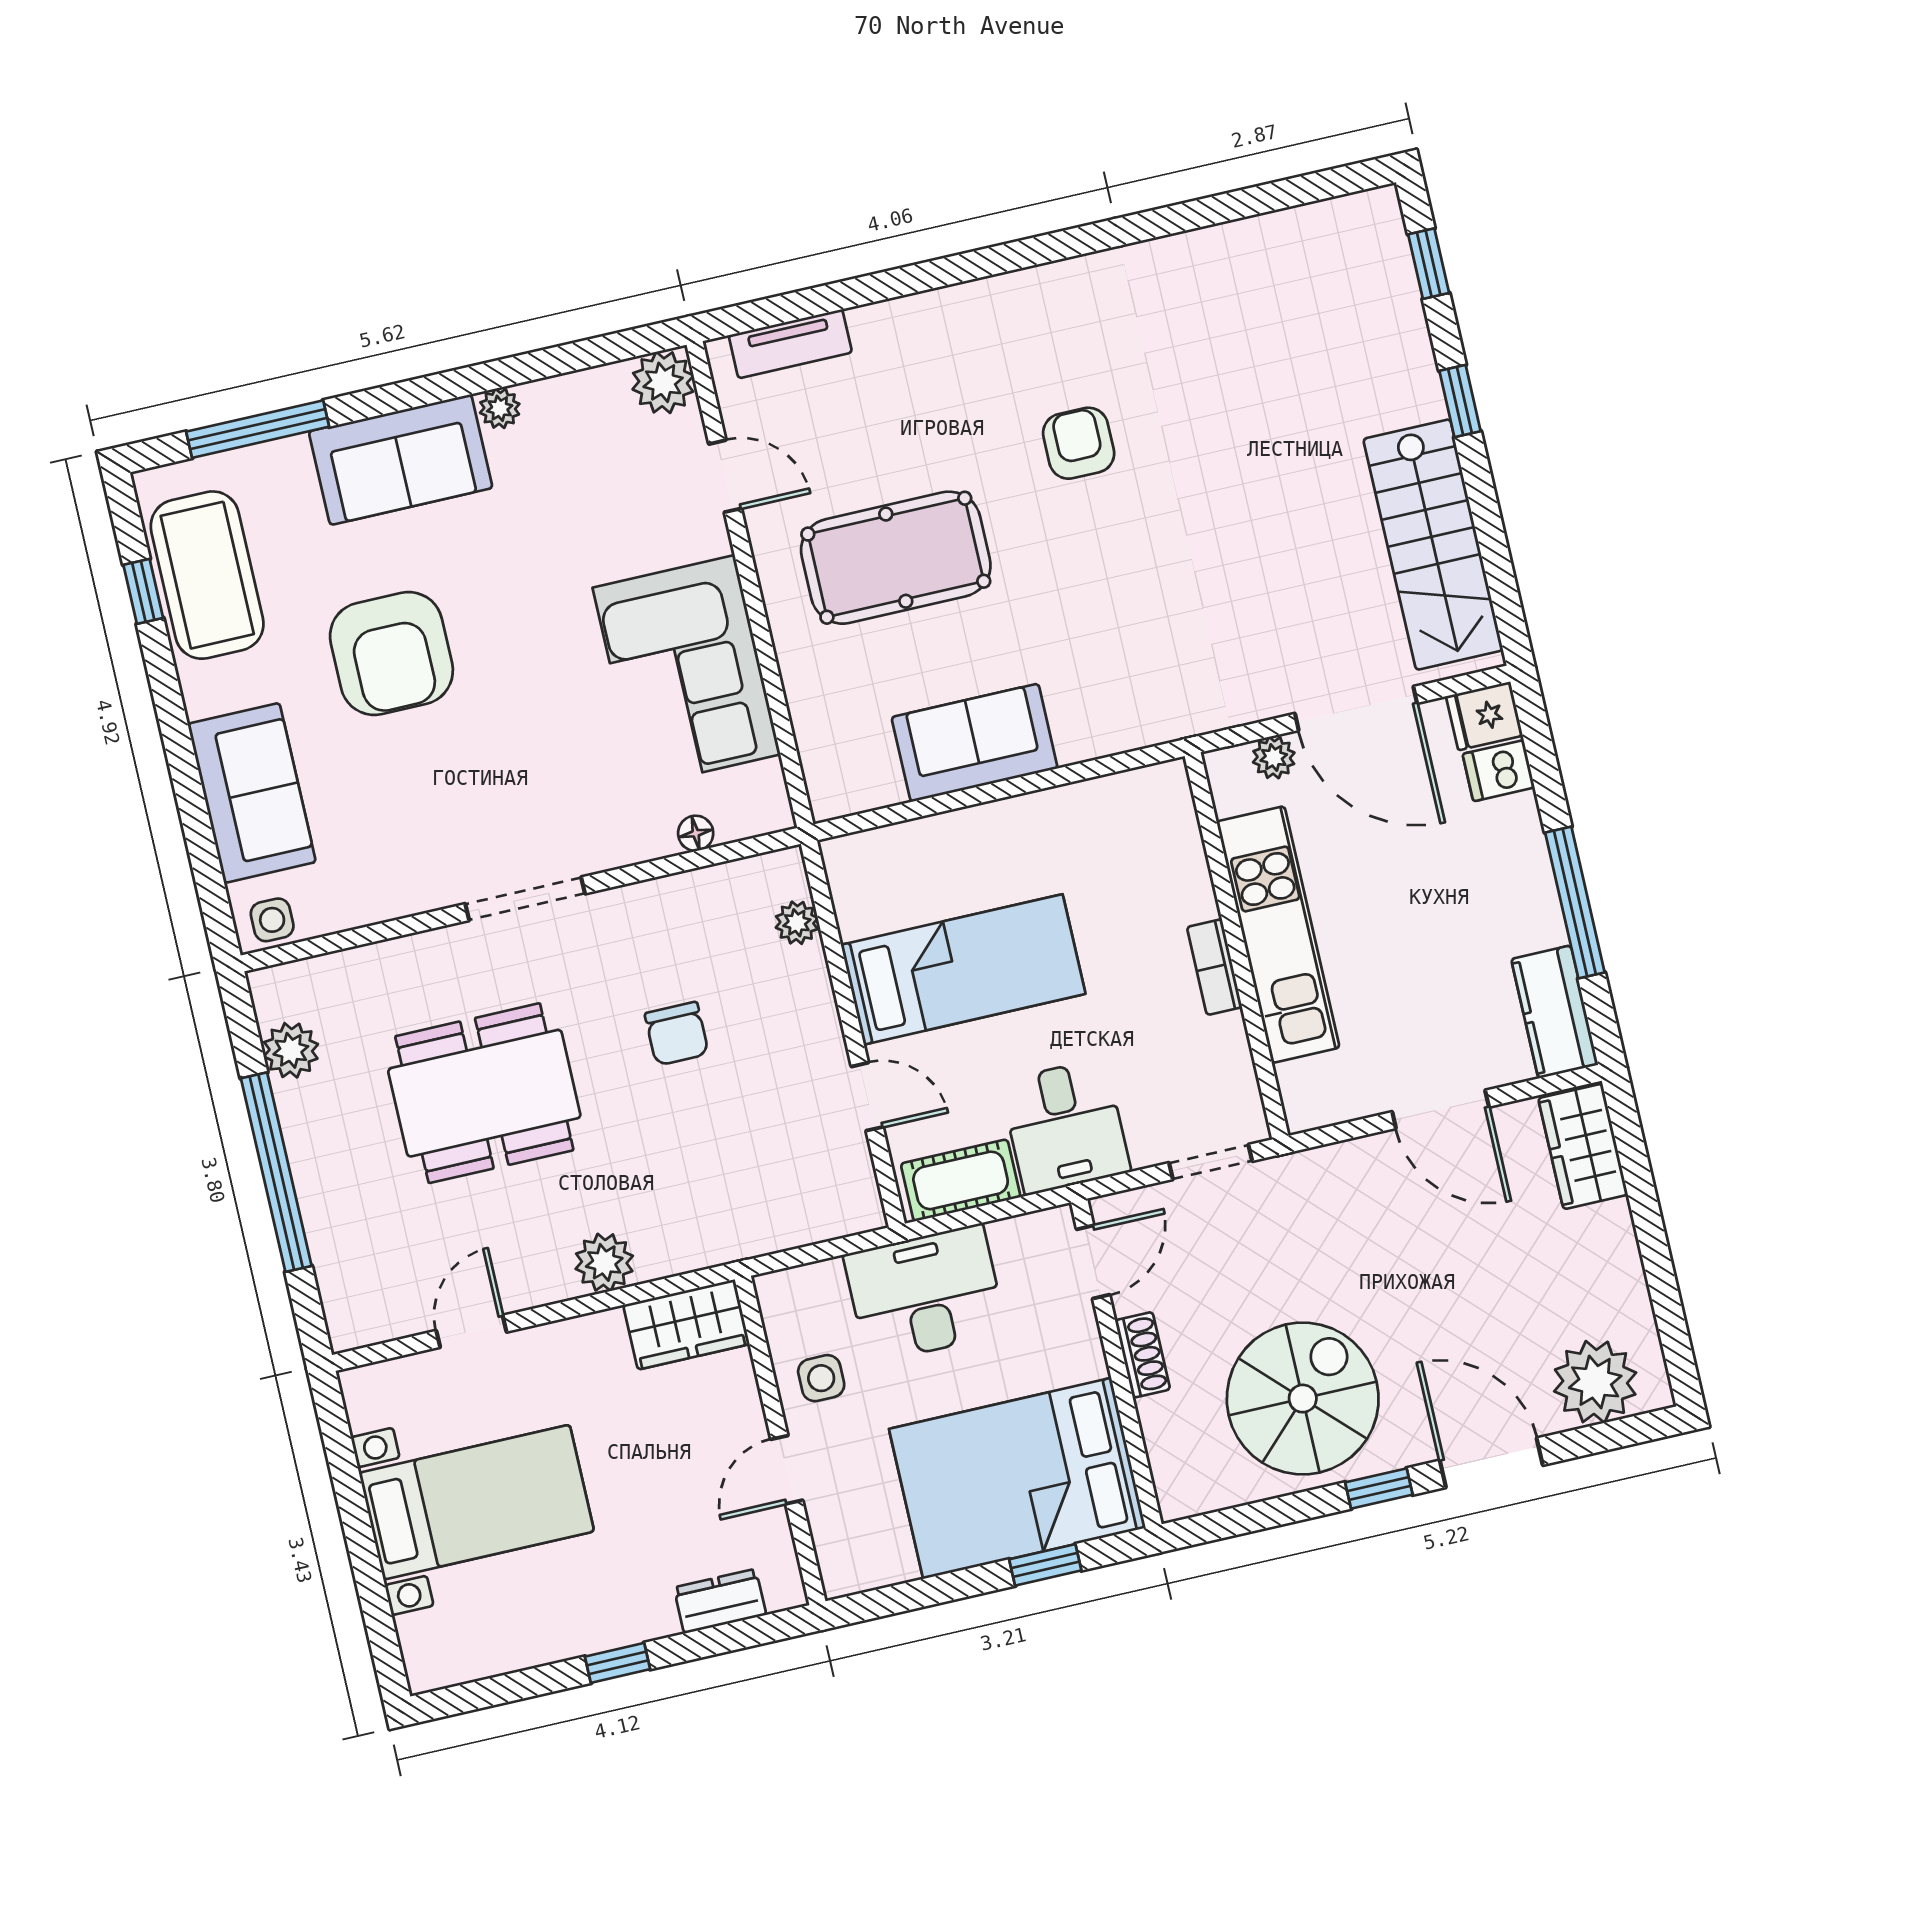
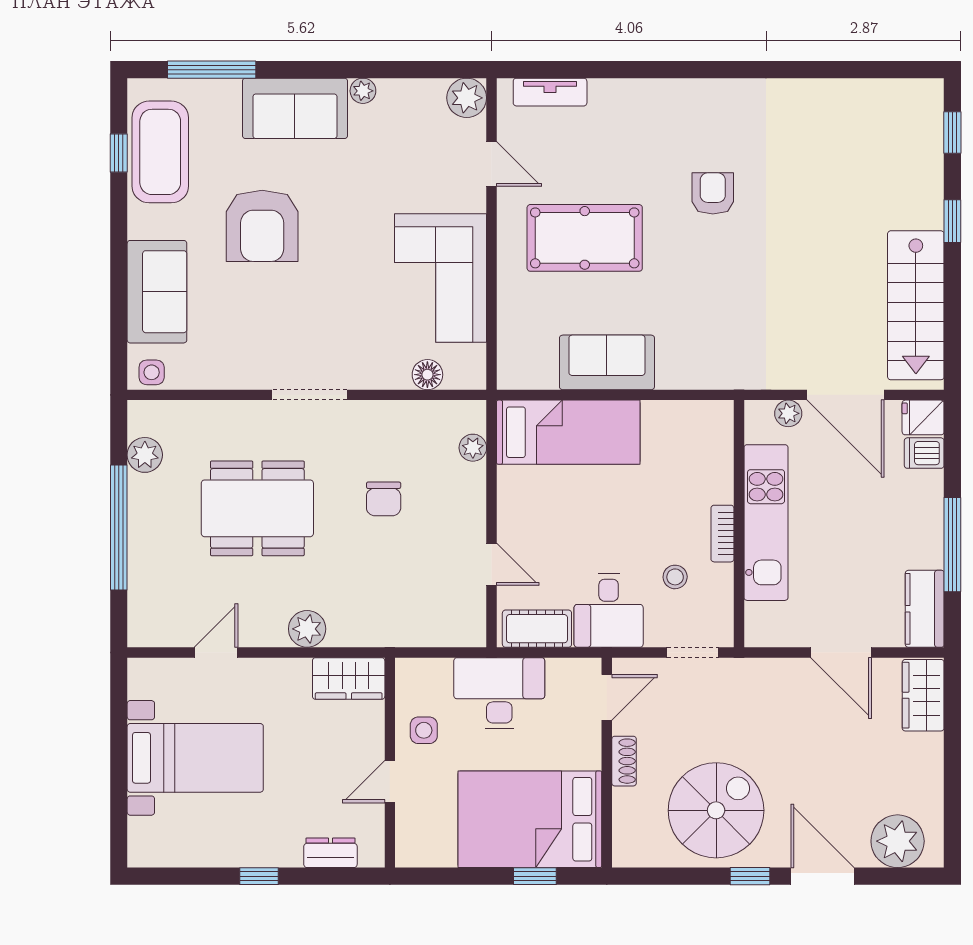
floor lamp: (696, 833) -> (427, 375), width x1.37, depth x1.37
bed: (963, 969) -> (568, 432), moved
stool: (1156, 1051) -> (675, 577), added

